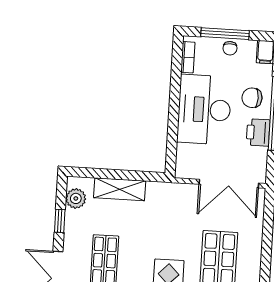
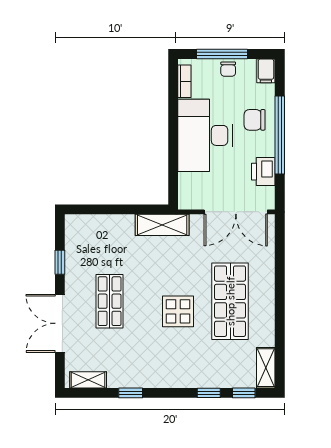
printer: (258, 132) -> (263, 172), moved
shelving: (120, 189) -> (162, 225), moved
plant: (76, 198) -> (75, 237), removed

